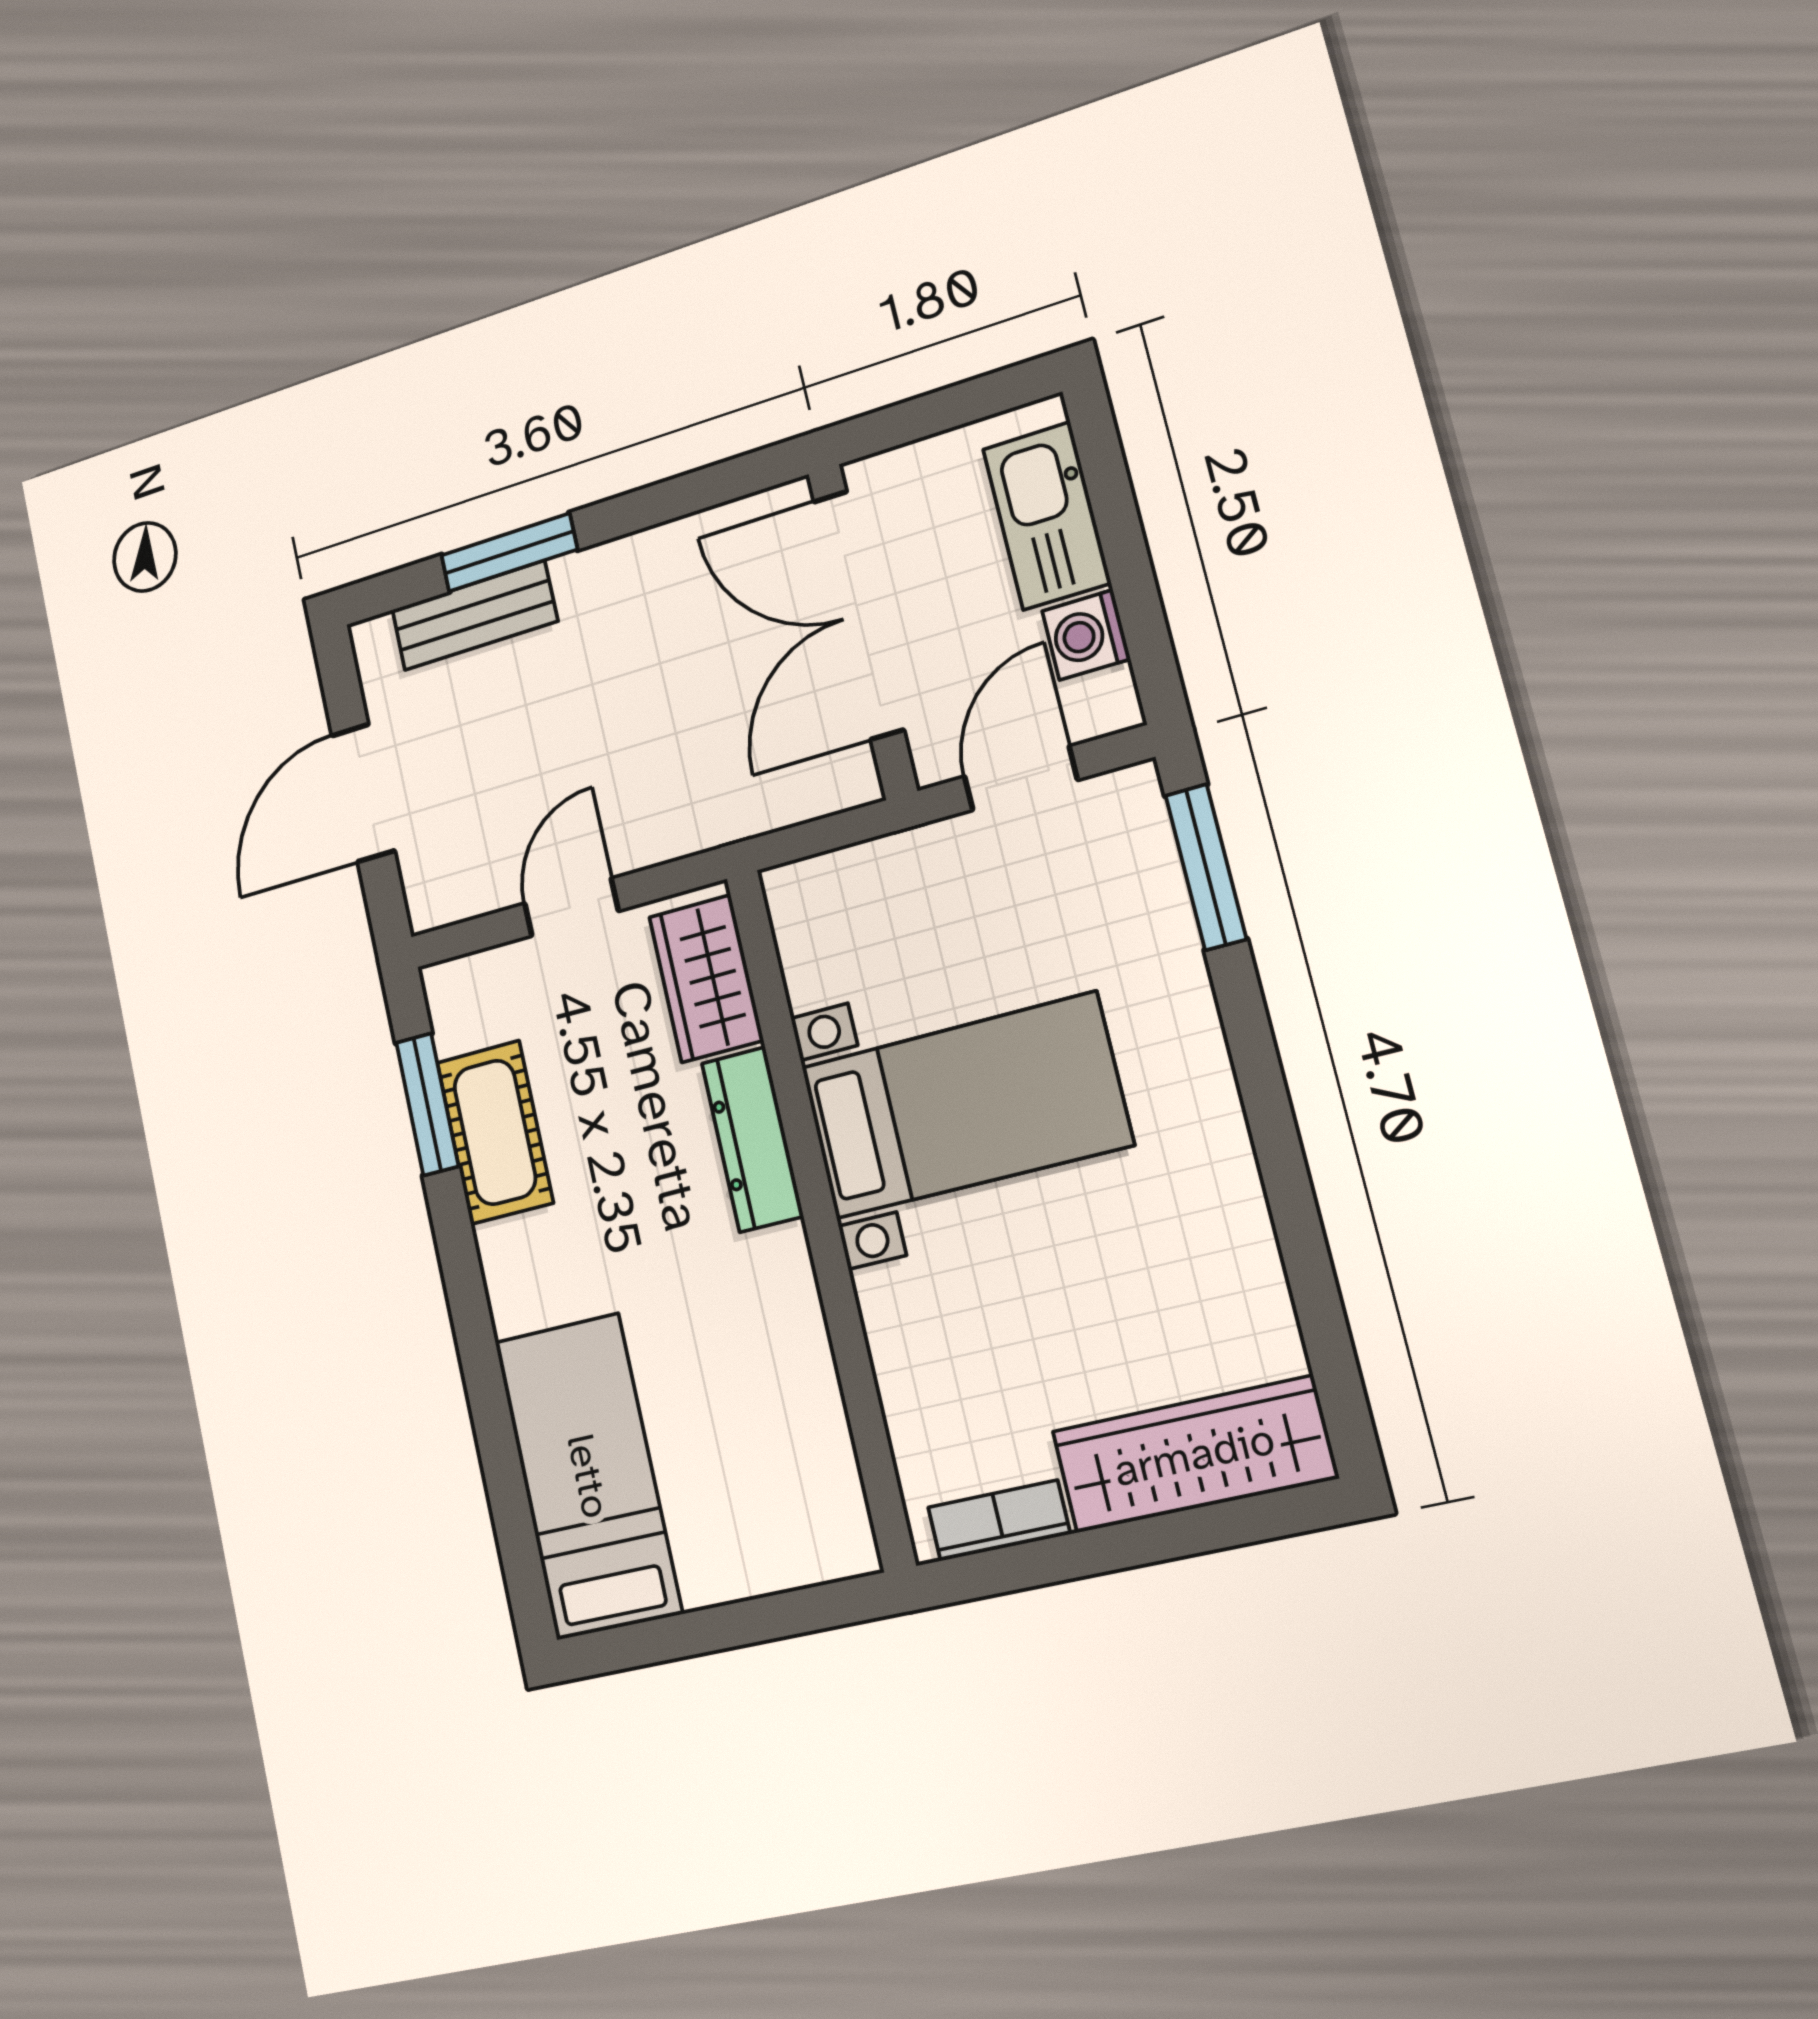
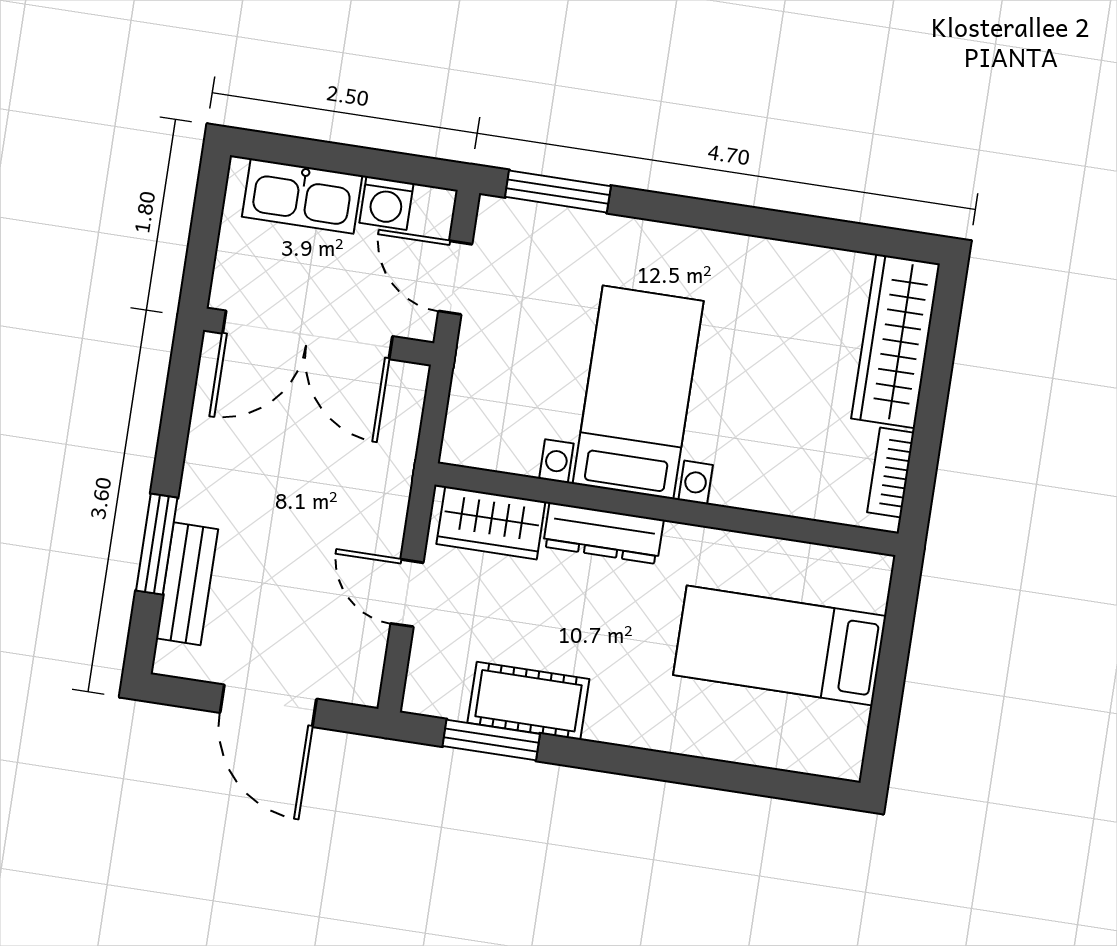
bed: (588, 1476) -> (780, 646), moved

